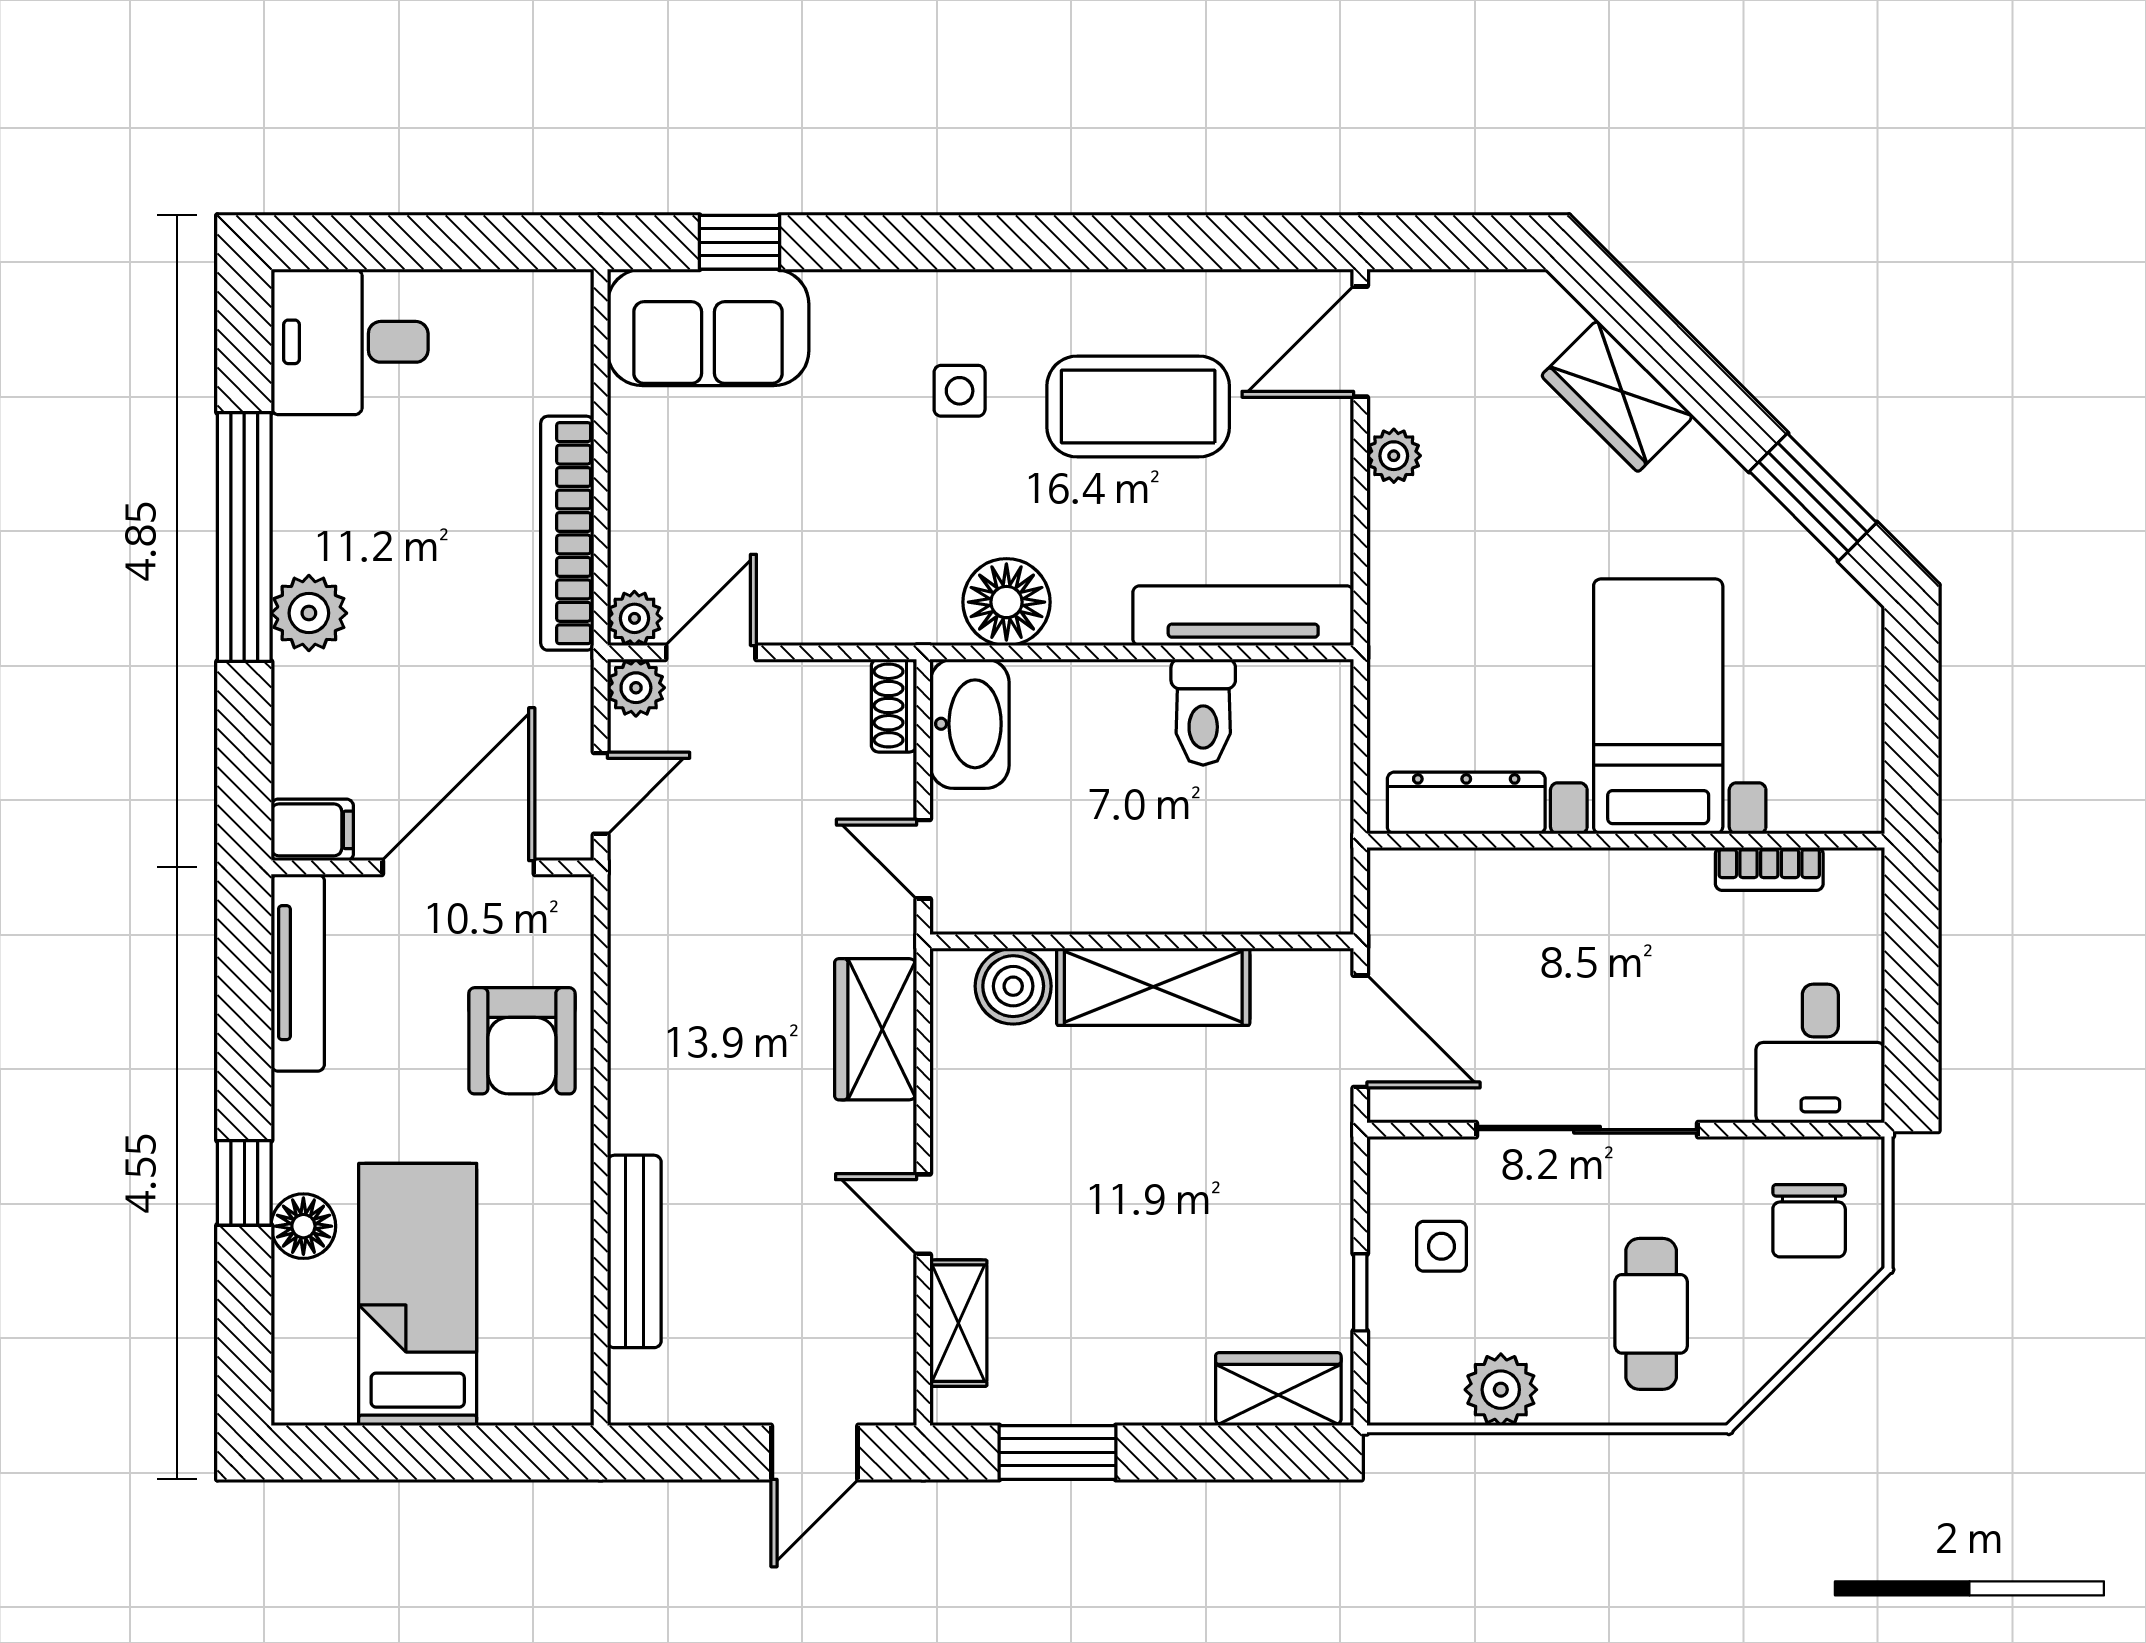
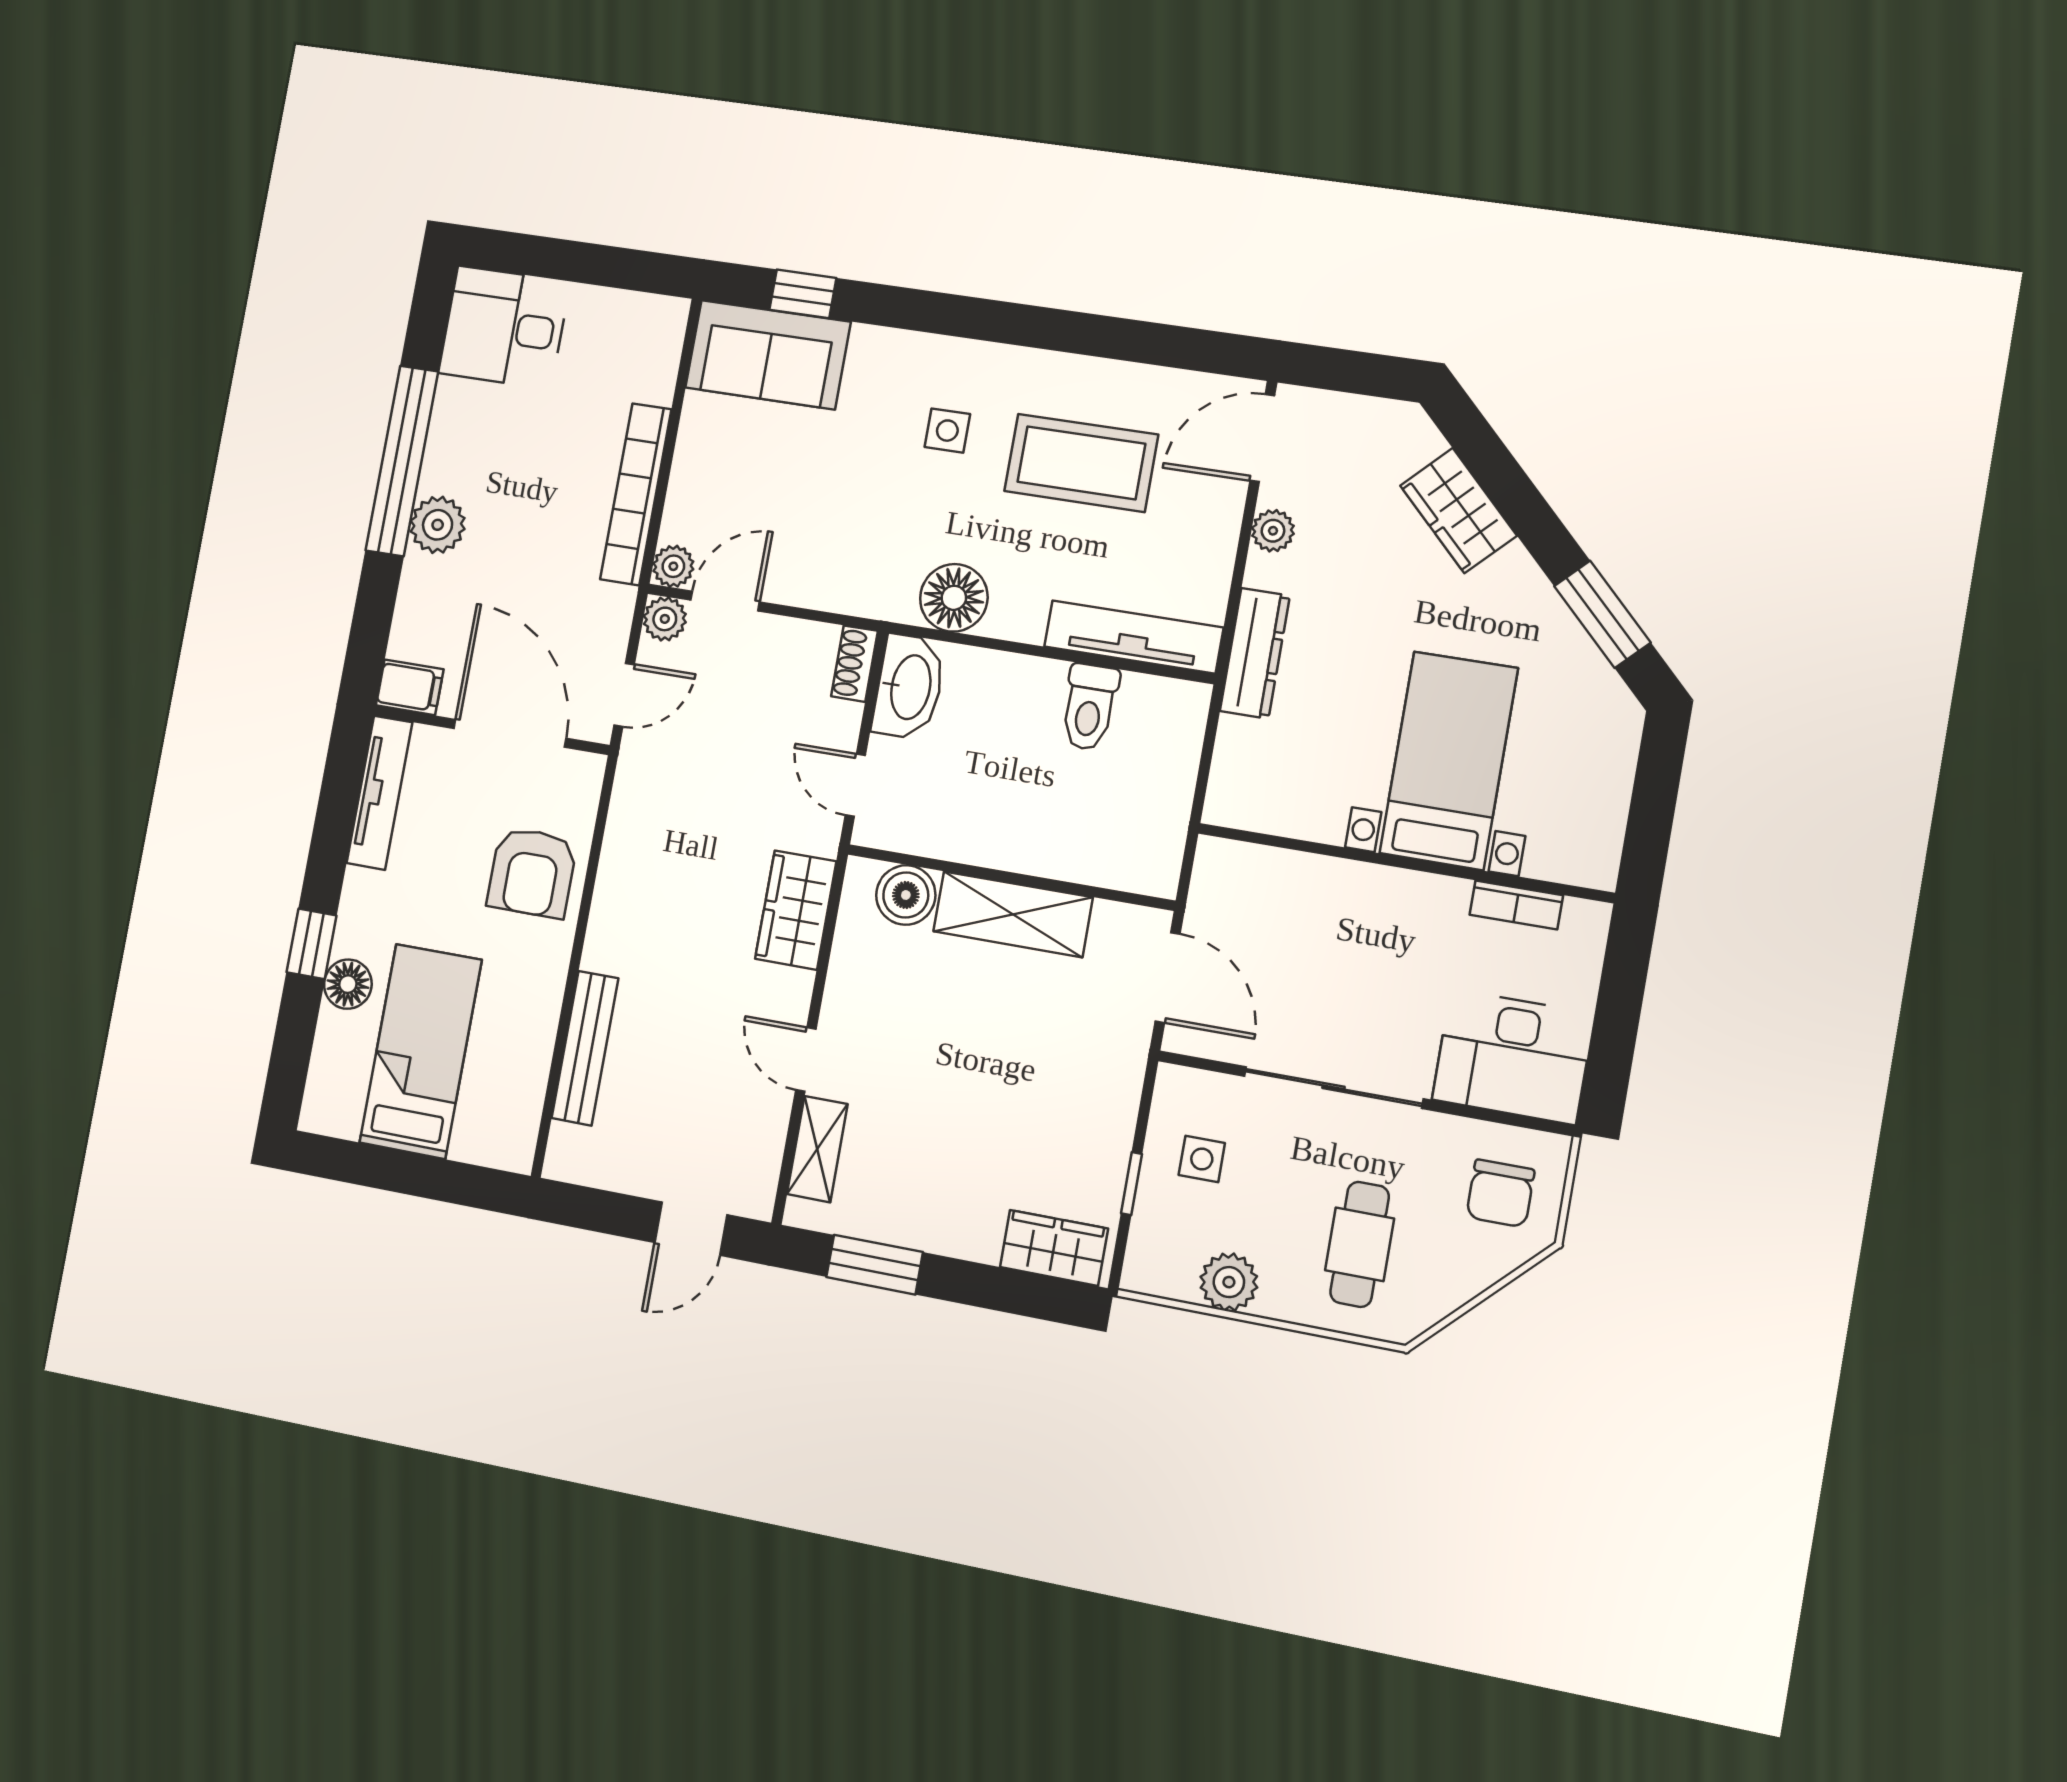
dresser: (1466, 803) -> (1255, 653), moved, turned 90
door: (458, 867) -> (510, 733), hinge flipped
desk: (1820, 1054) -> (1513, 1057), width x1.37

